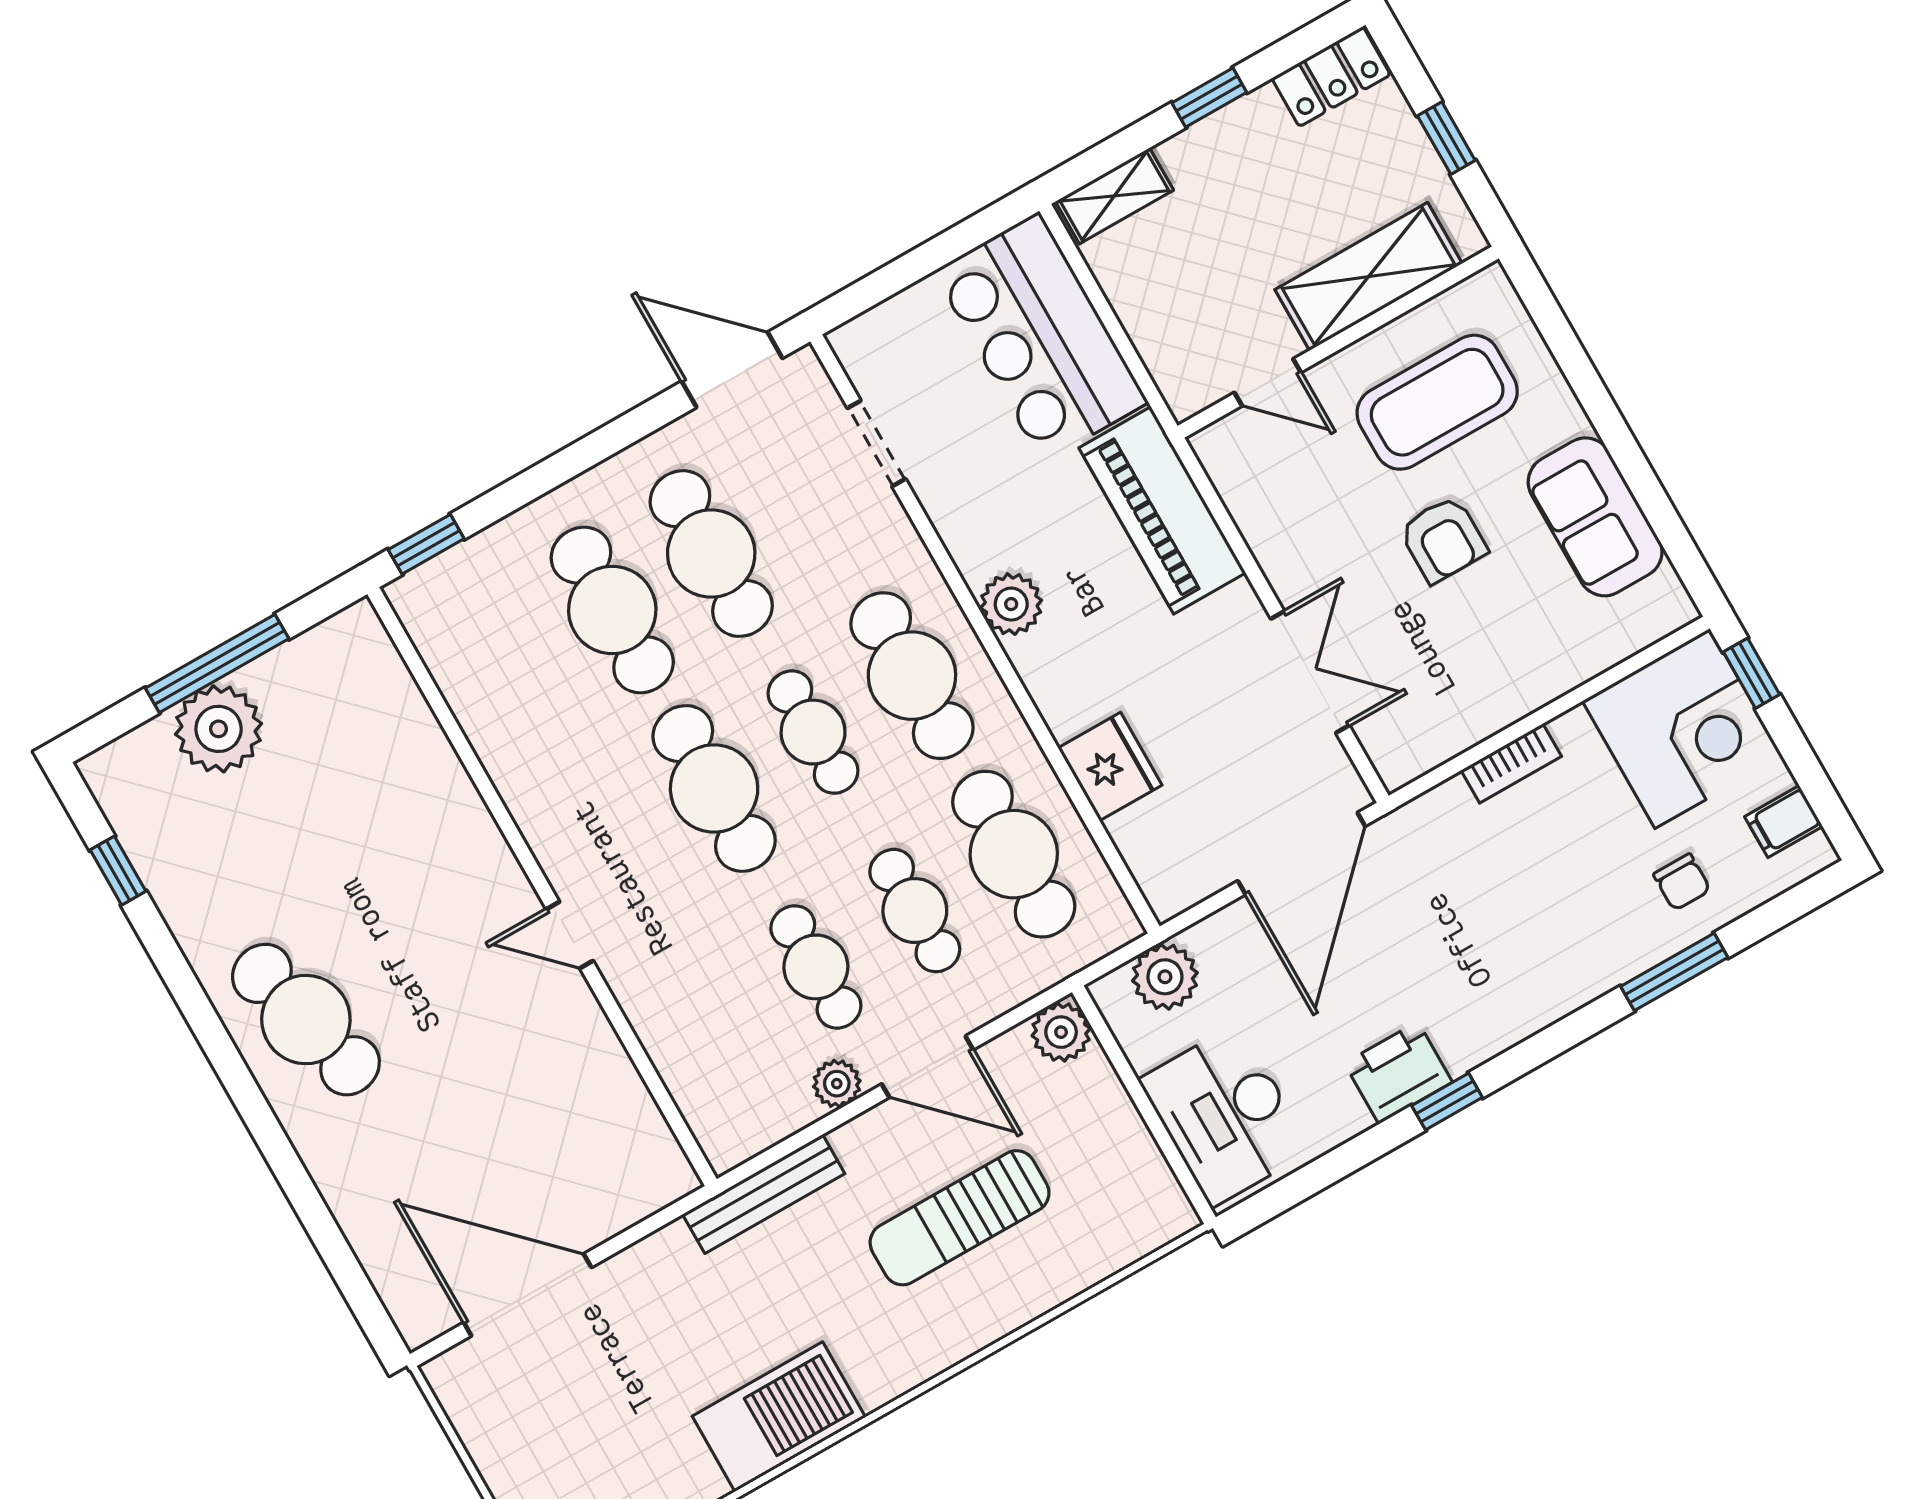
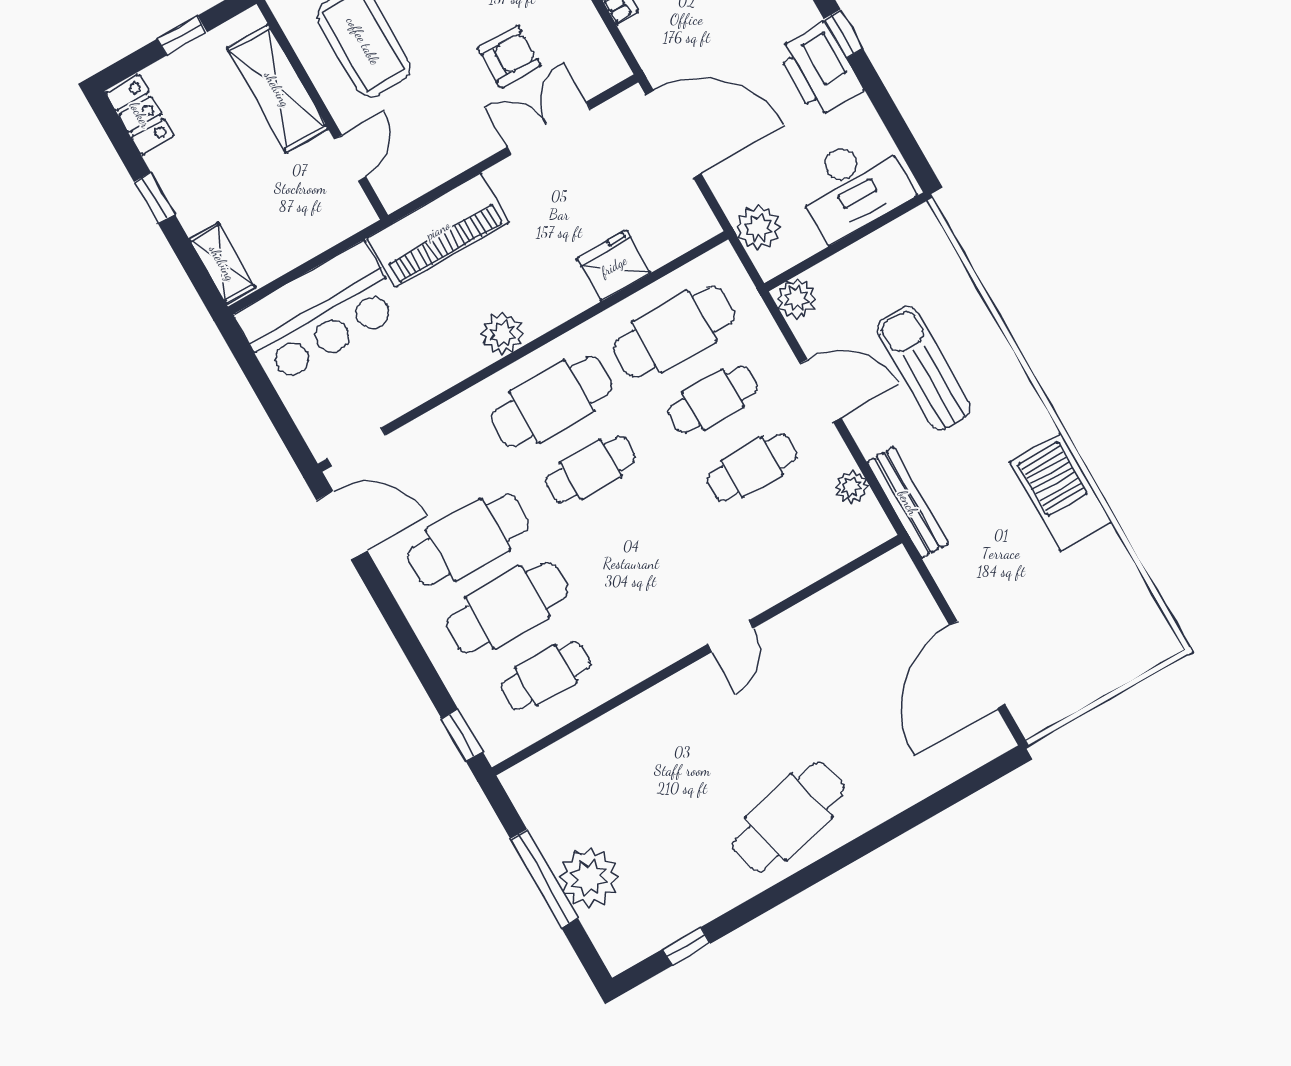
door: (732, 370) -> (342, 525), swing flipped
doorway: (876, 443) -> (356, 447), moved
armchair: (1443, 539) -> (509, 57), moved
cafe table: (714, 788) -> (546, 675), moved, width x0.73, depth x0.74
door: (927, 1067) -> (820, 391), hinge flipped
printer: (1398, 1073) -> (820, 70), width x1.37, depth x1.19
plant: (837, 1084) -> (851, 487), moved
sun lounger: (960, 1218) -> (924, 368), turned 180

